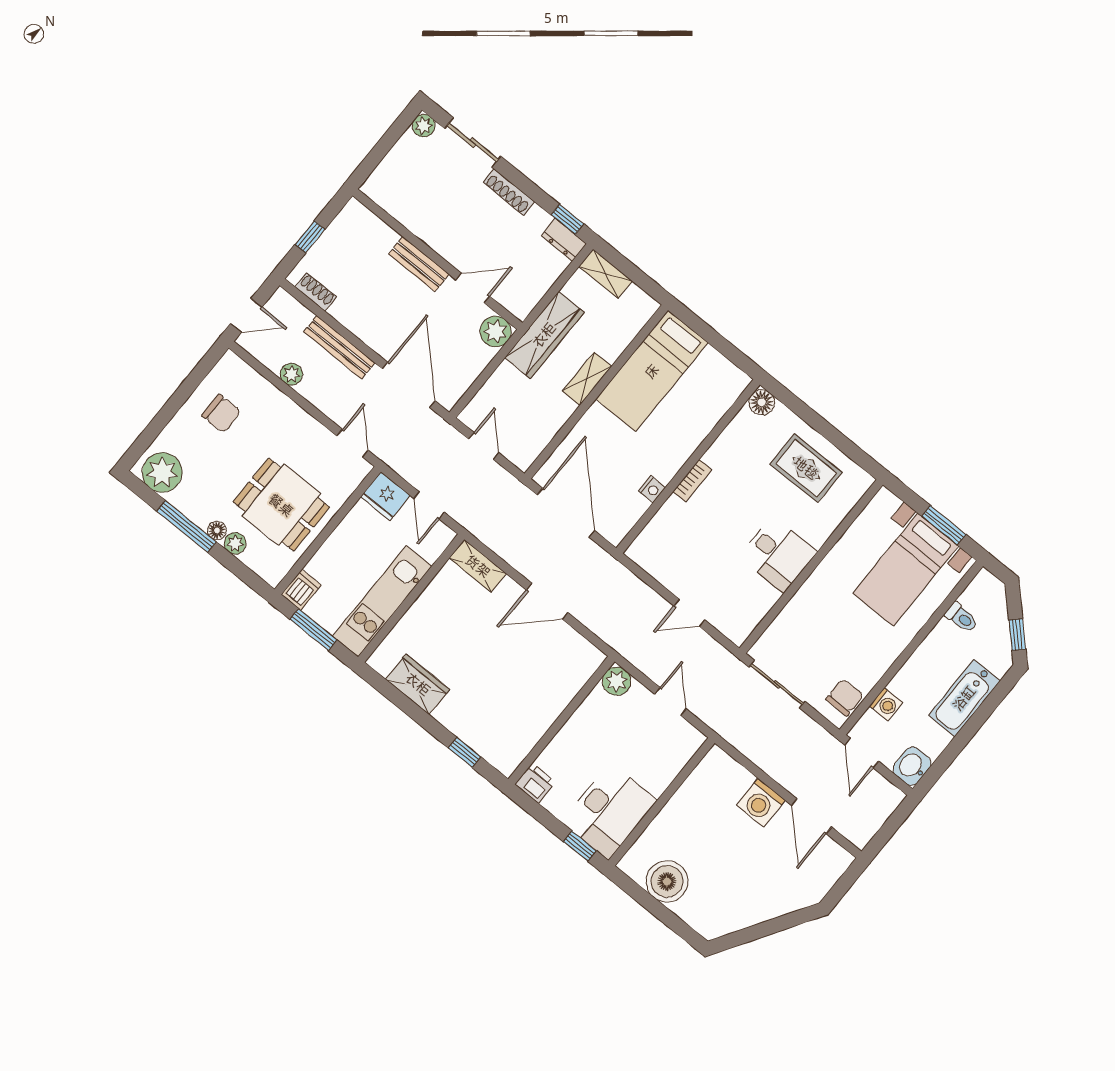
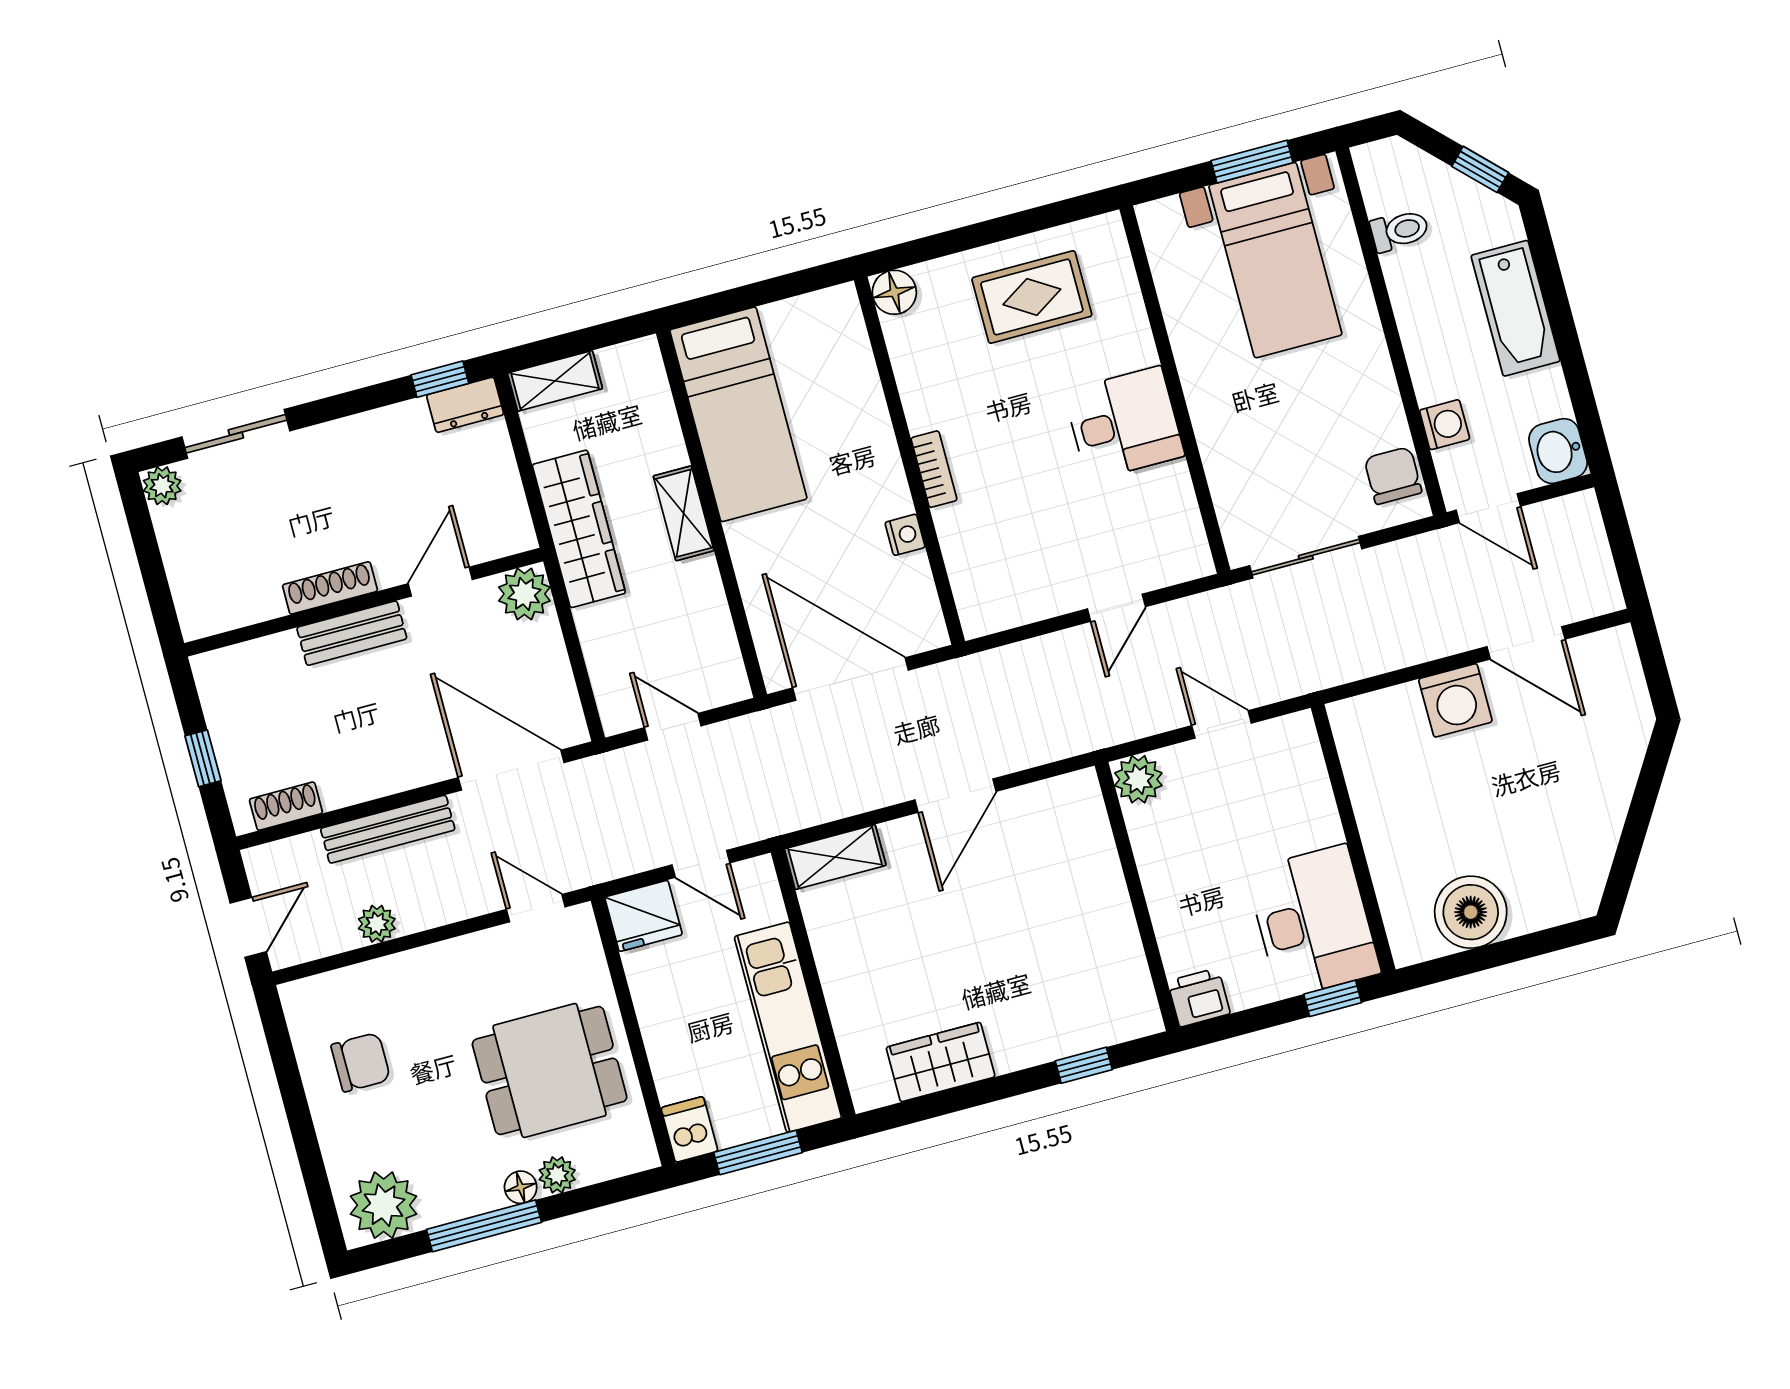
shoe rack: (509, 192) -> (330, 588), moved, turned 180

